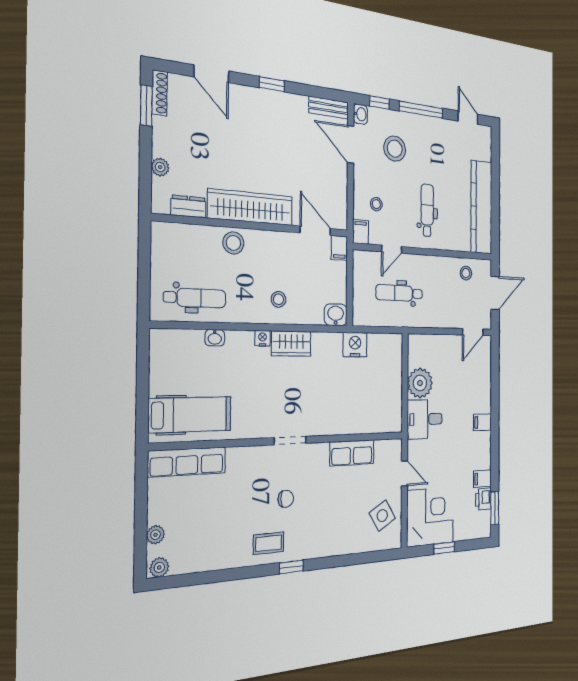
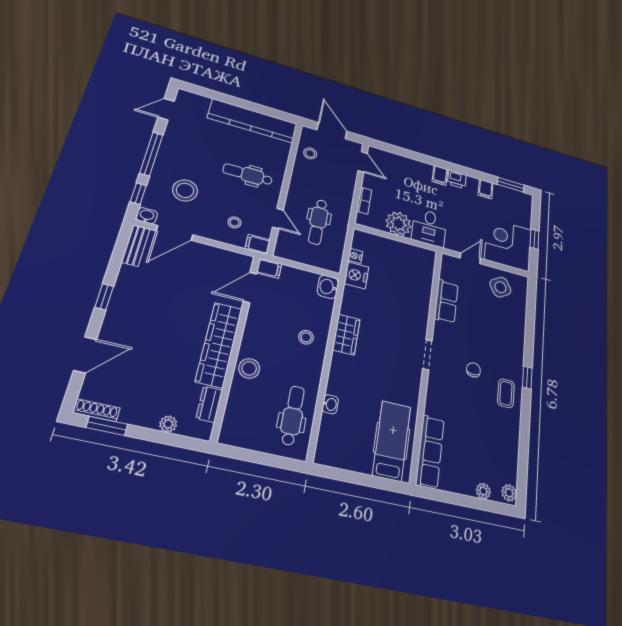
nightstand: (263, 338) -> (355, 256), moved
bookcase: (434, 340) -> (364, 201), added
printer: (483, 499) -> (457, 179), moved

